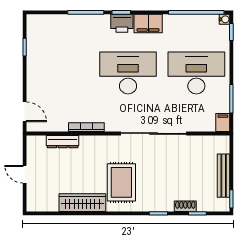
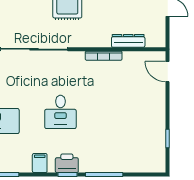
filing cabinet: (148, 23) -> (40, 163), width x0.50
desk: (128, 73) -> (60, 112), width x0.53, depth x0.77

